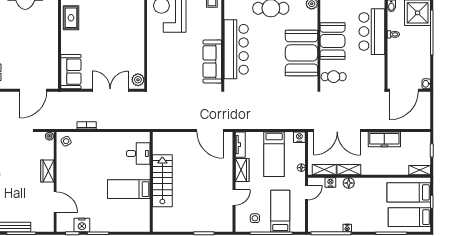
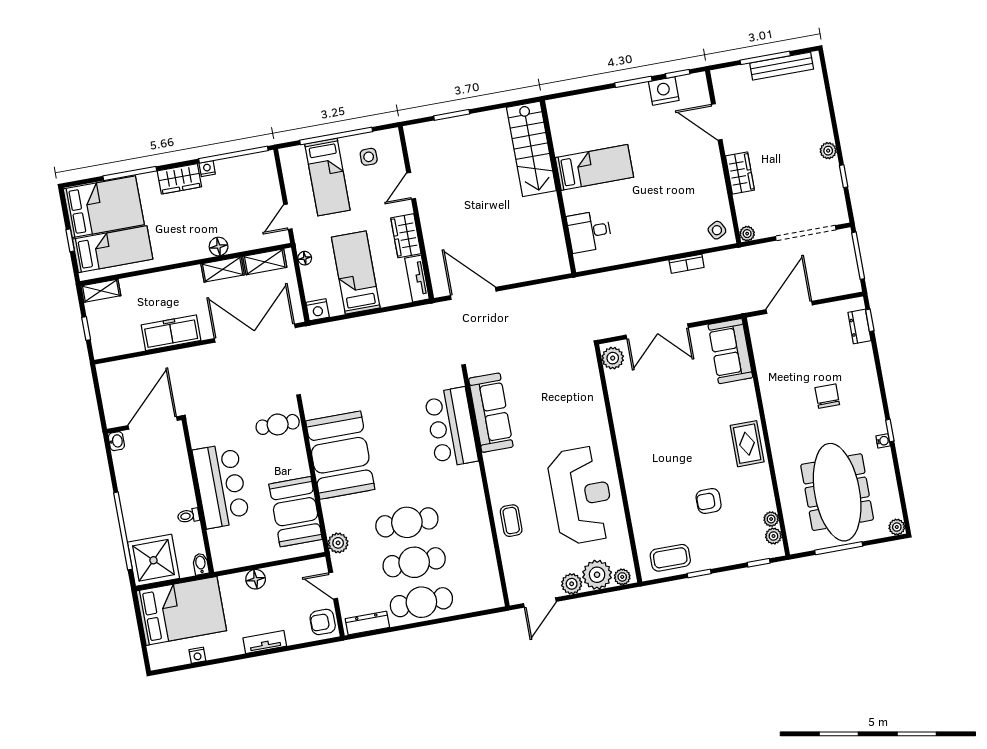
bar counter: (372, 32) -> (221, 486), moved
chair: (21, 36) -> (827, 396), added
booth: (333, 41) -> (296, 512), moved
bar counter: (236, 49) -> (451, 427), width x0.73
stairs: (162, 181) -> (531, 149), moved
nightstand: (330, 182) -> (250, 242), removed
bed: (409, 217) -> (104, 207), width x1.50
wardrobe: (364, 225) -> (179, 179), added

